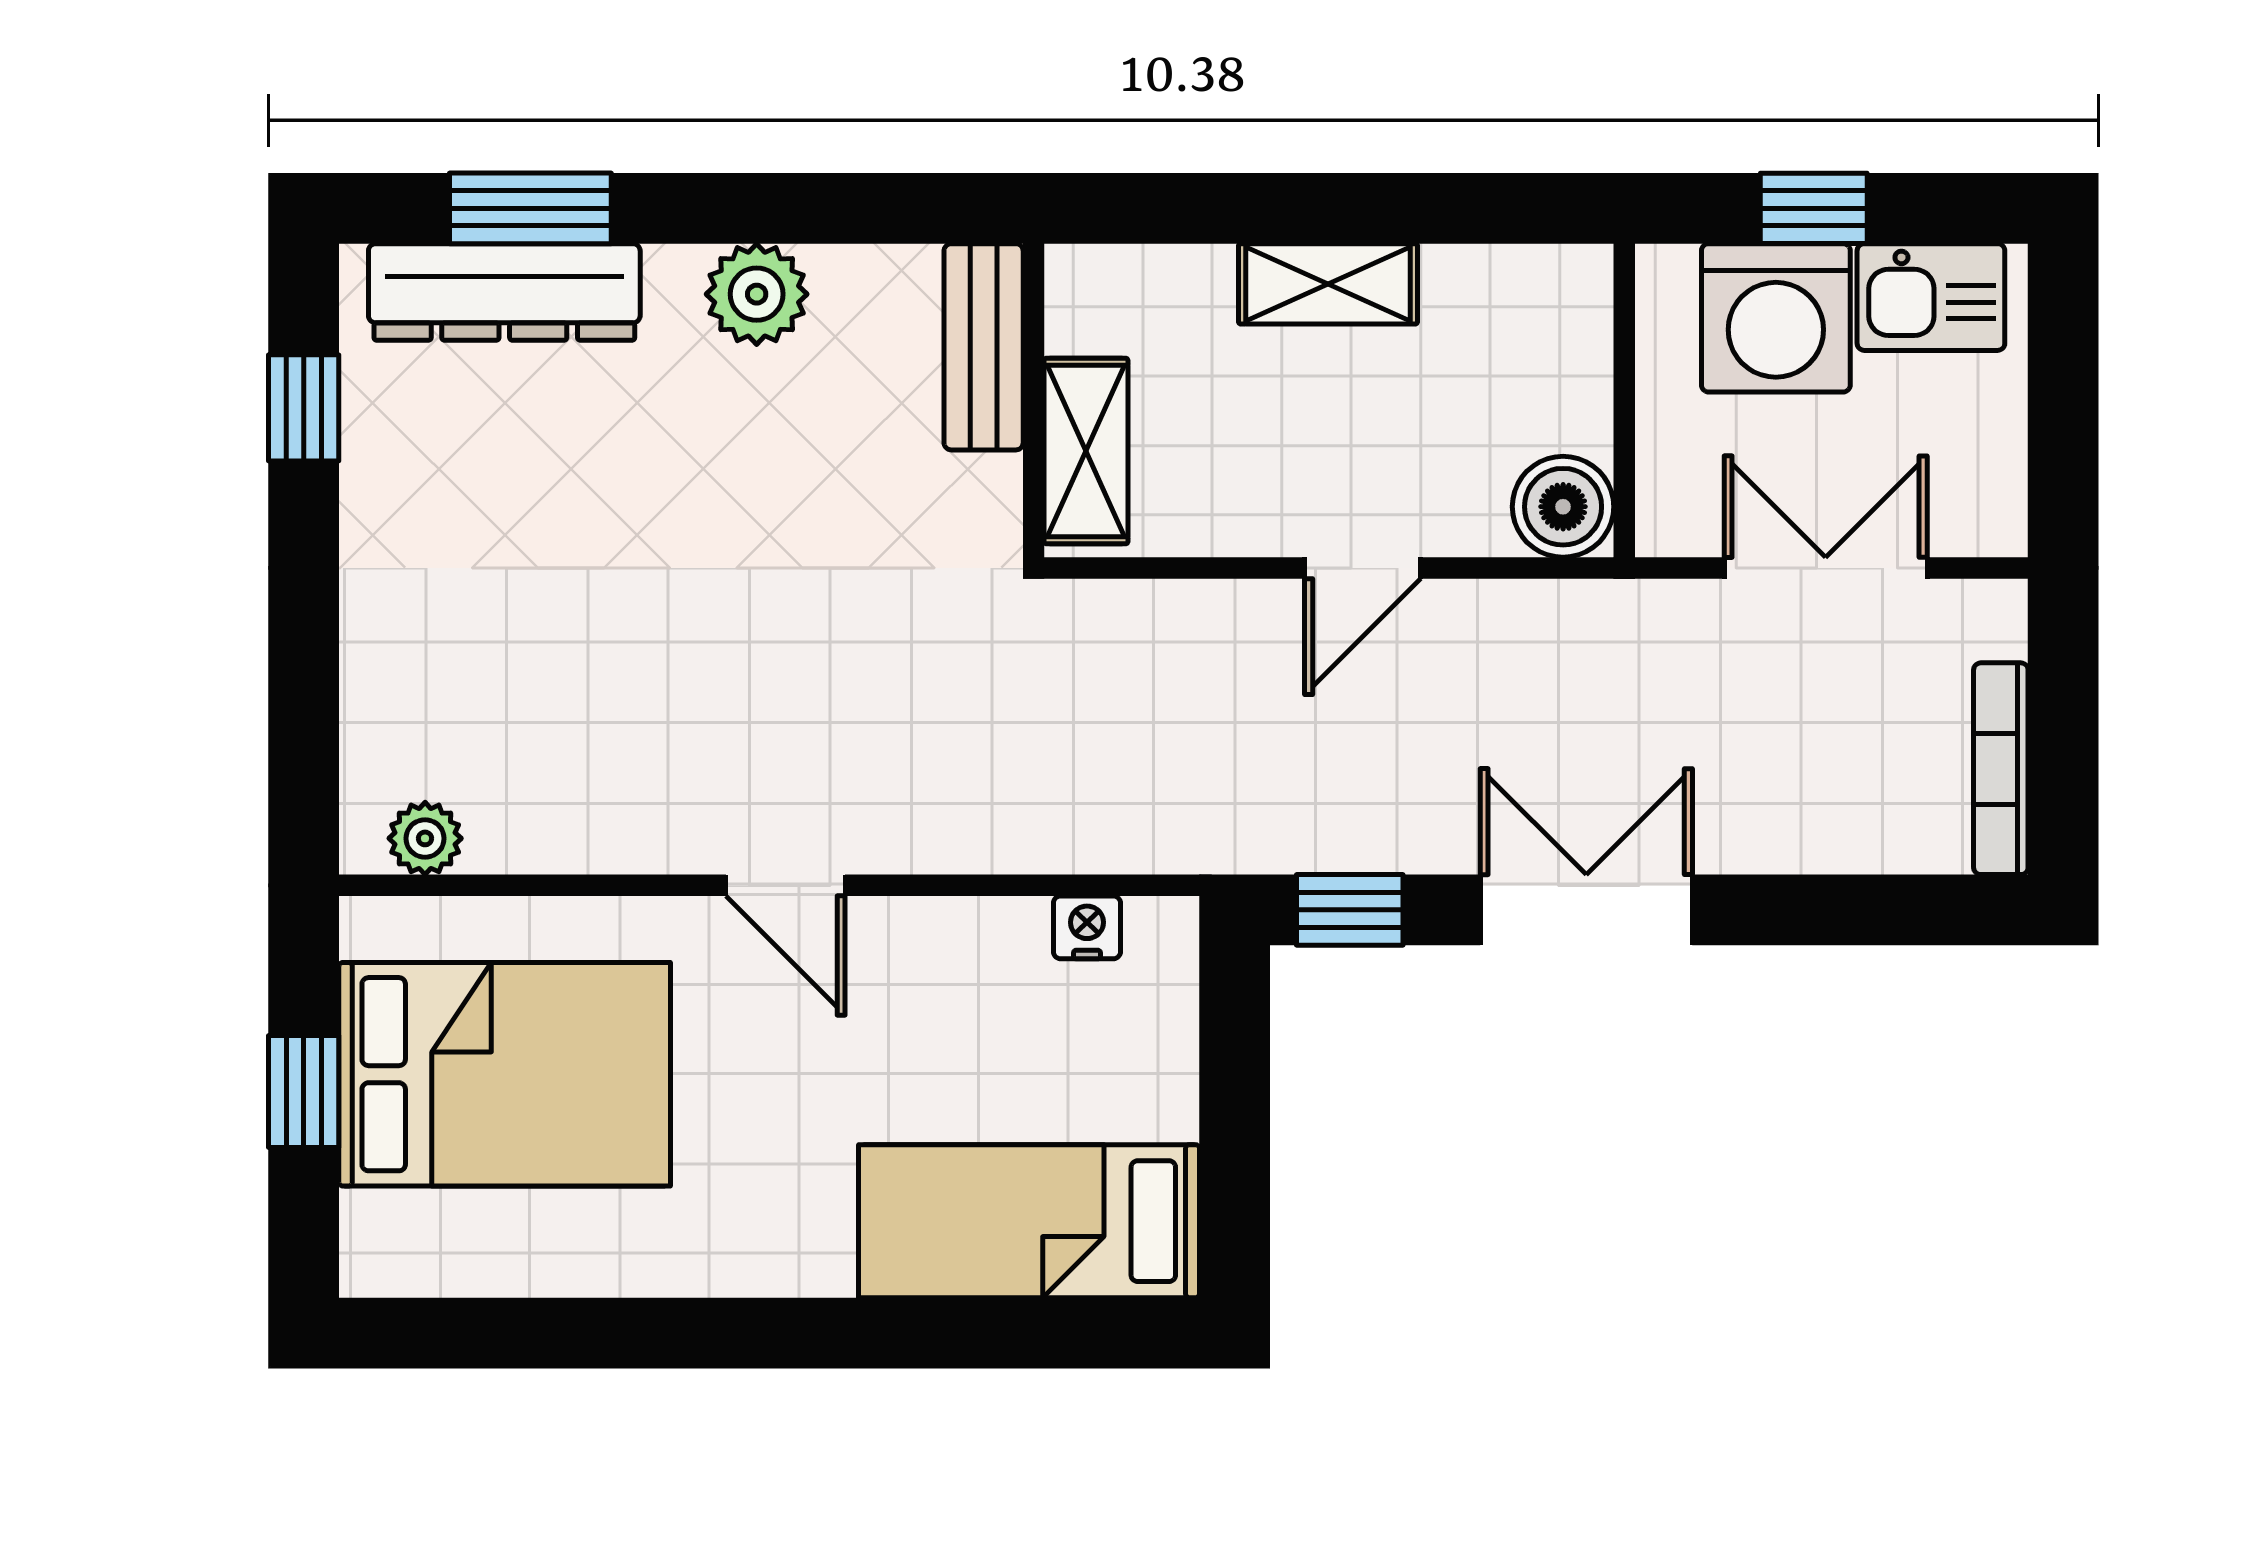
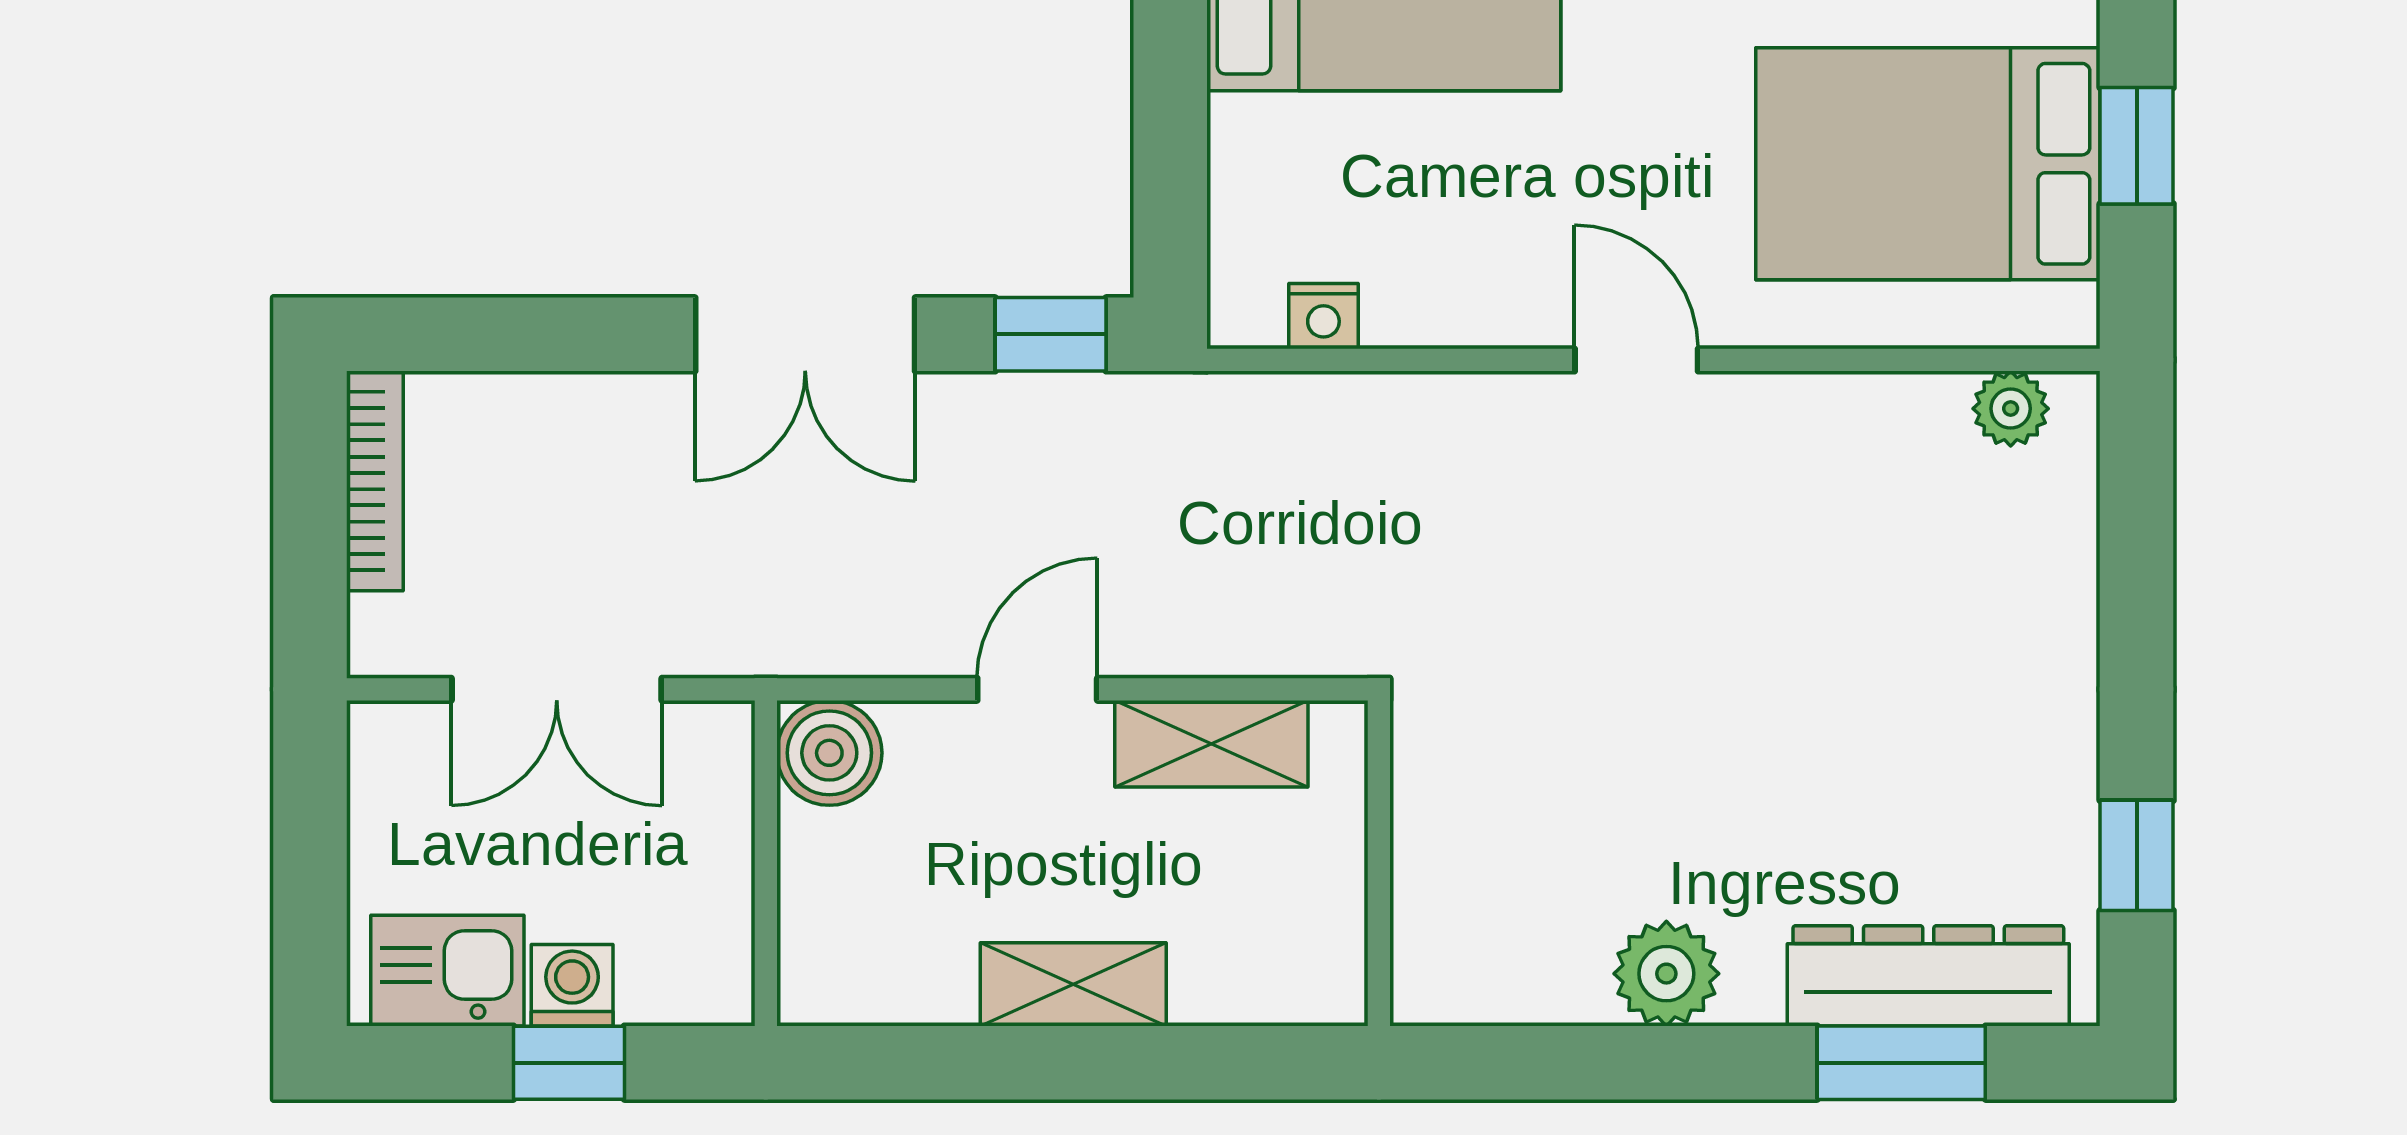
washing machine: (1776, 318) -> (572, 985), width x0.53, depth x0.53
bench: (984, 347) -> (1431, 919), removed
shelving: (1086, 451) -> (1211, 744), moved, turned 90

